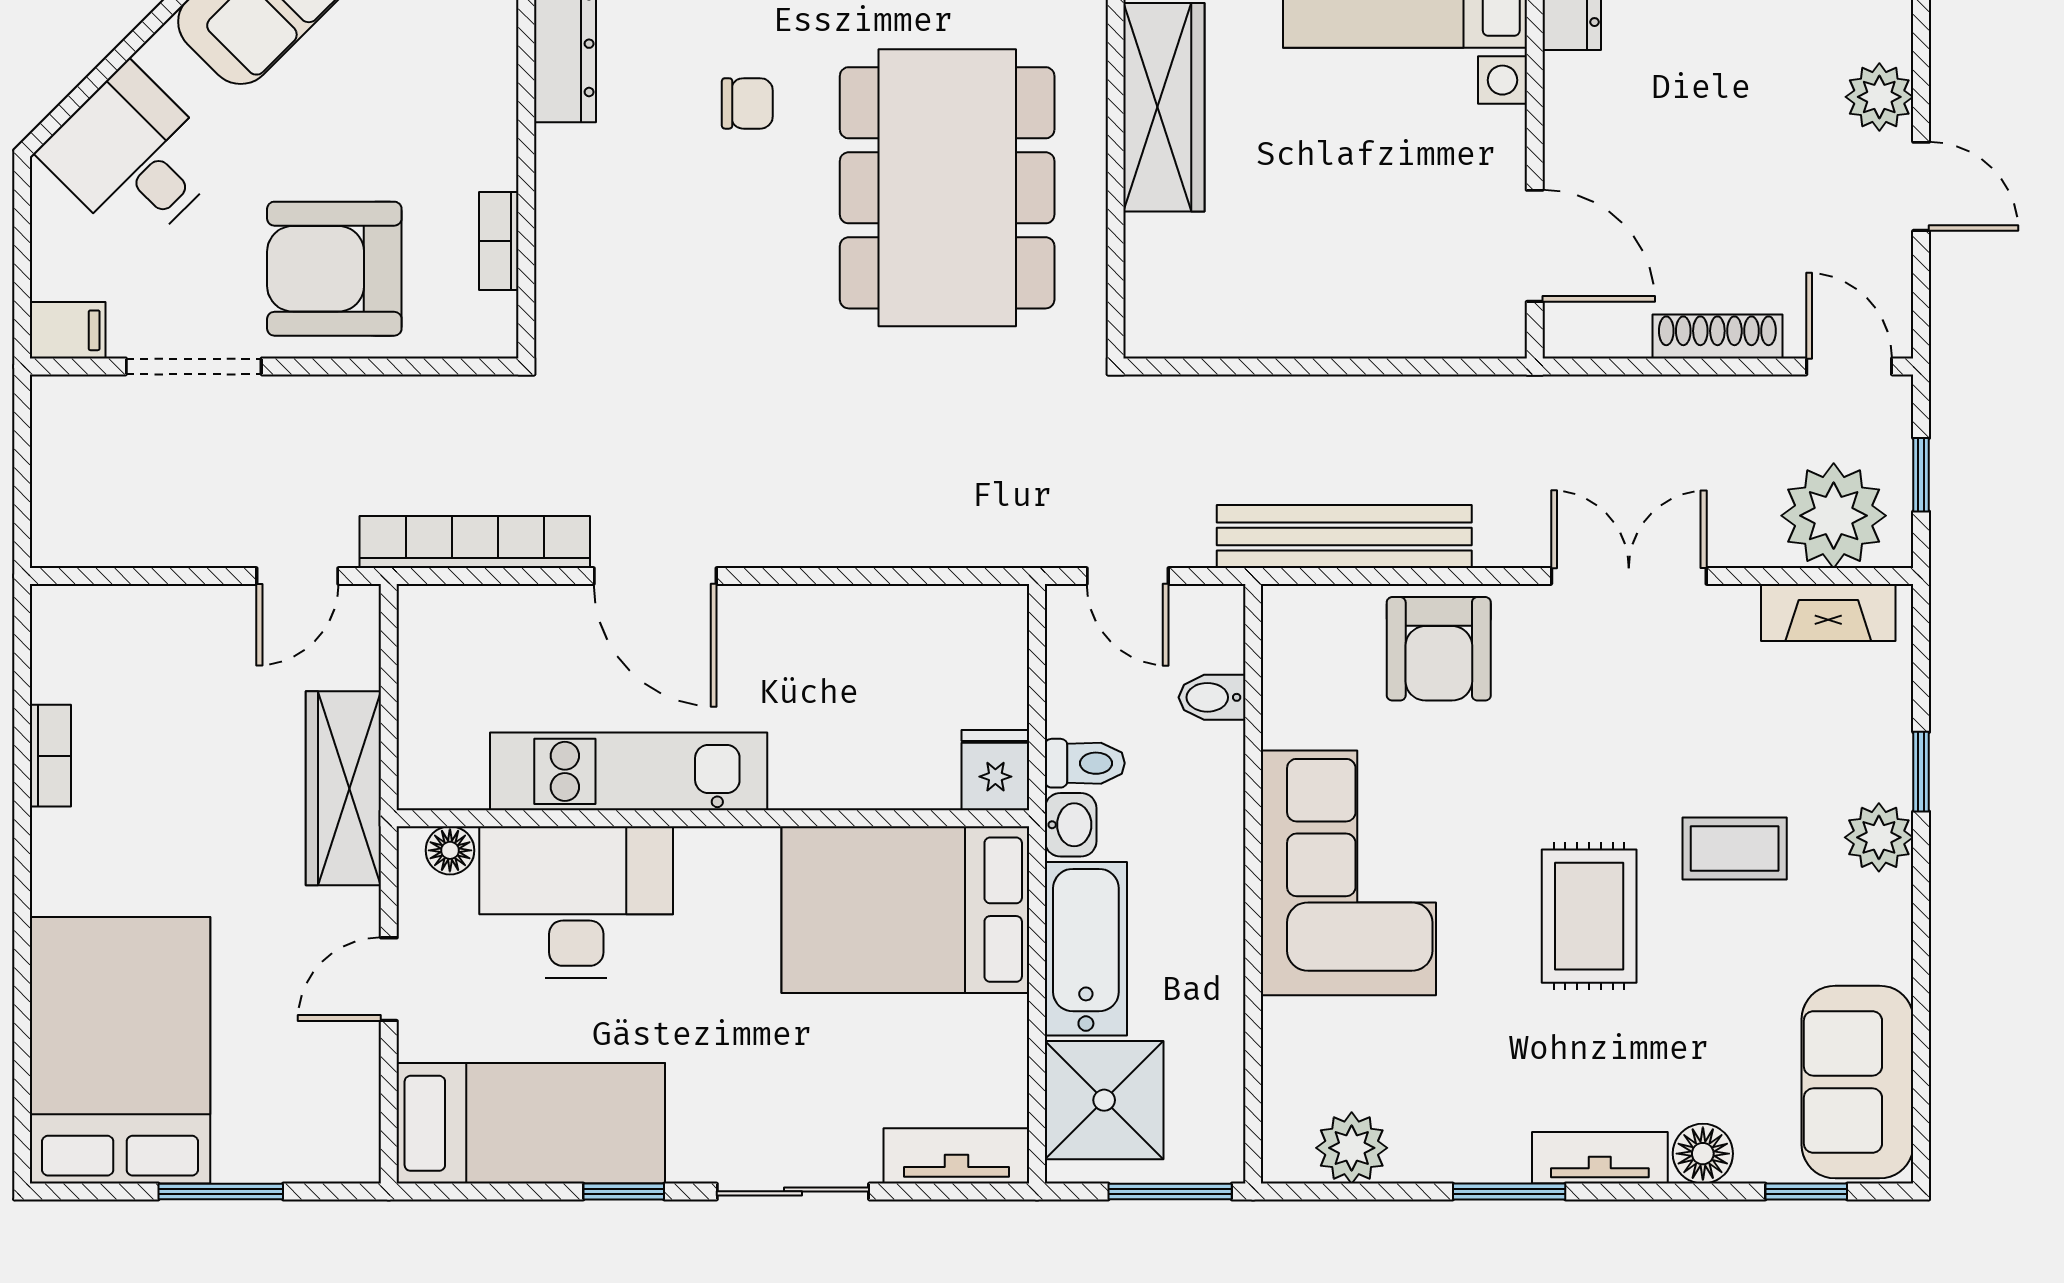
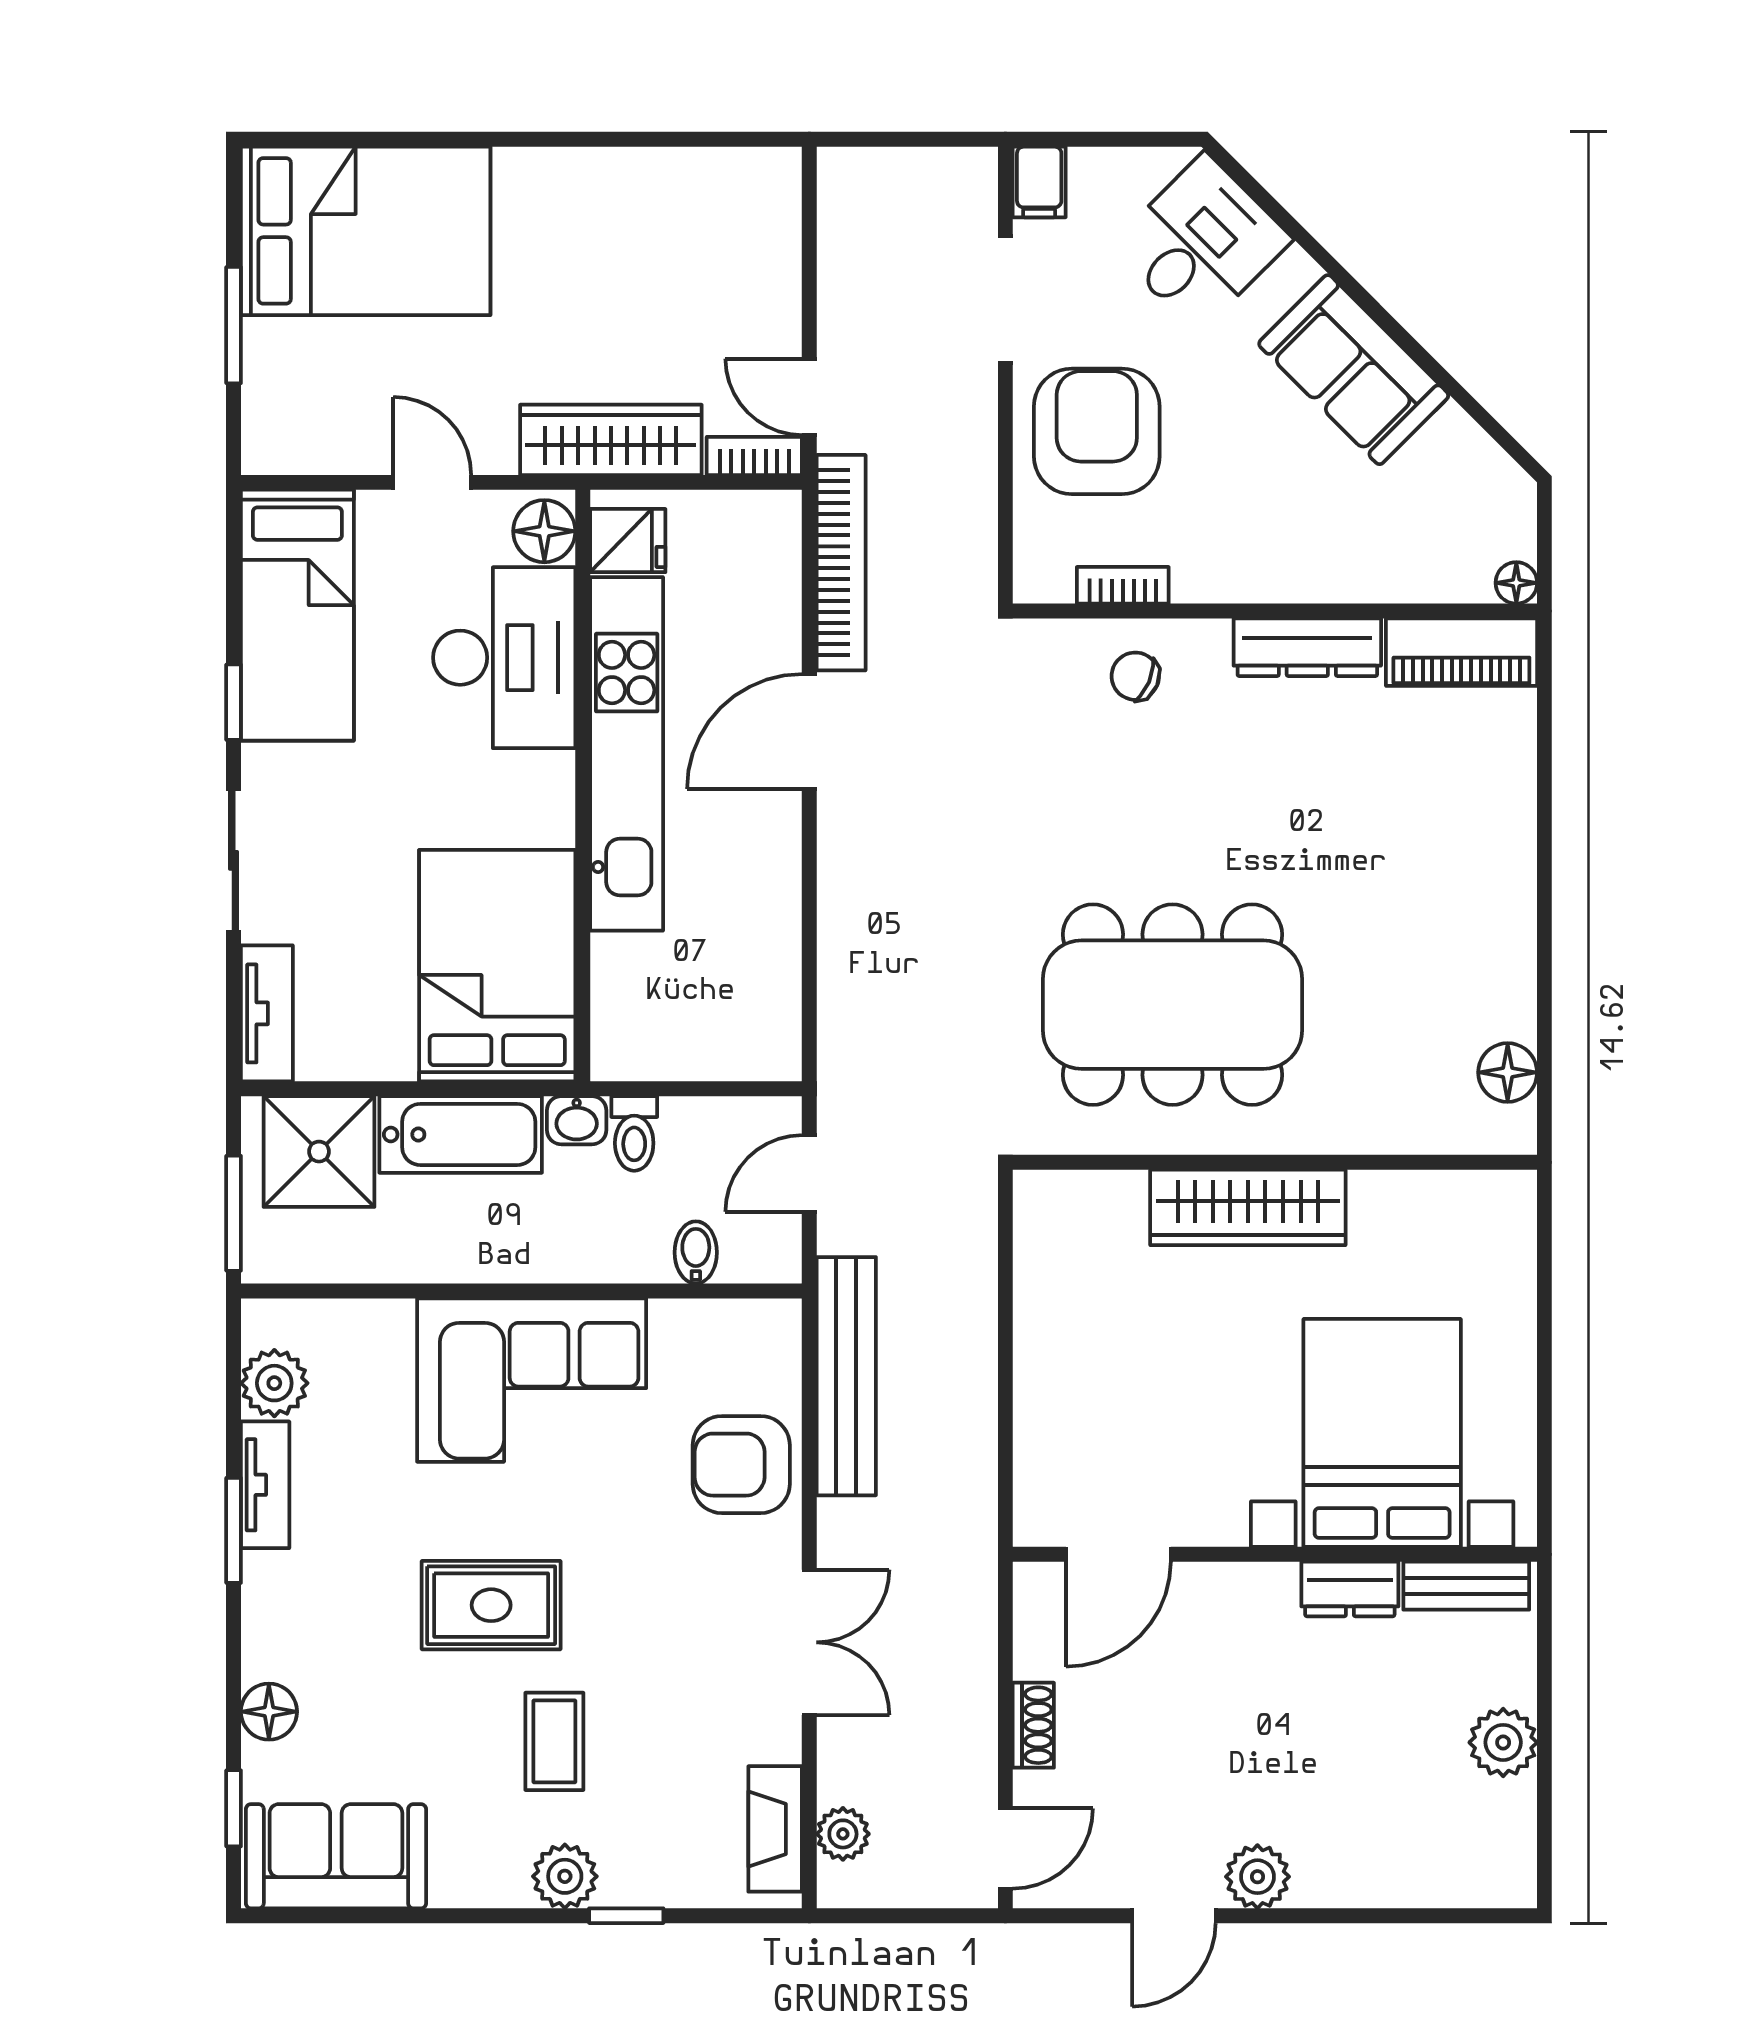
chair: (747, 103) -> (1135, 676), moved, turned 113
shoe rack: (1717, 337) -> (1033, 1725), width x0.70
window: (1921, 475) -> (904, 1916), removed
plant: (1834, 516) -> (843, 1834), width x0.53, depth x0.53
bookcase: (50, 756) -> (754, 456), moved, turned 180
fridge: (995, 770) -> (628, 541), moved
kitchen unit: (629, 771) -> (627, 754), width x1.36
floor lamp: (450, 850) -> (544, 531), width x1.37, depth x1.37
tv unit: (1600, 1158) -> (265, 1485), moved

